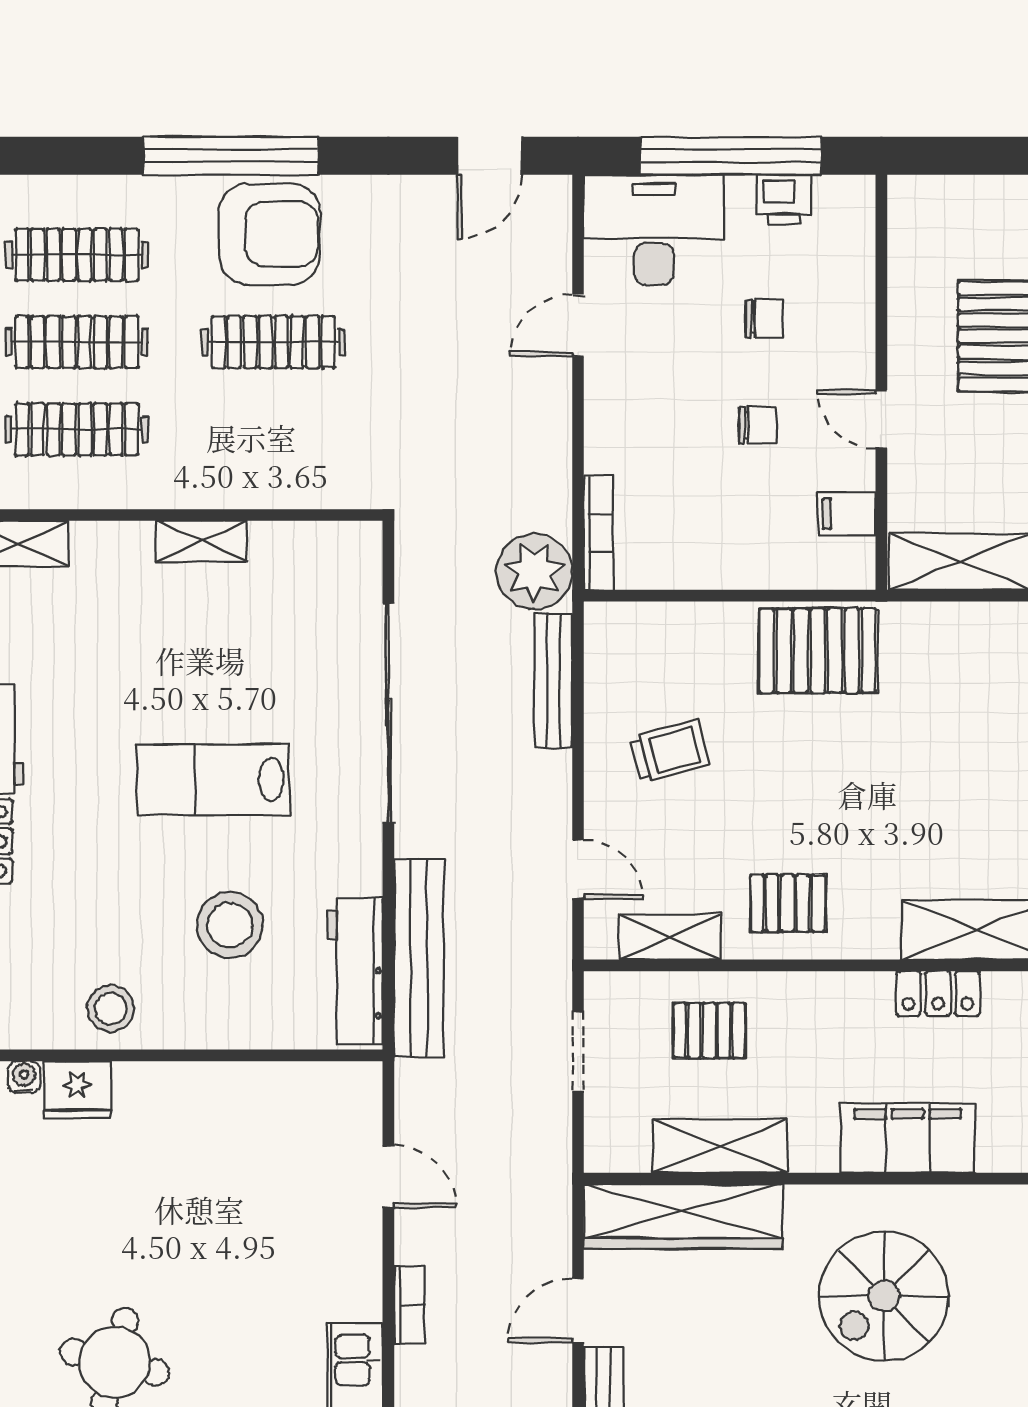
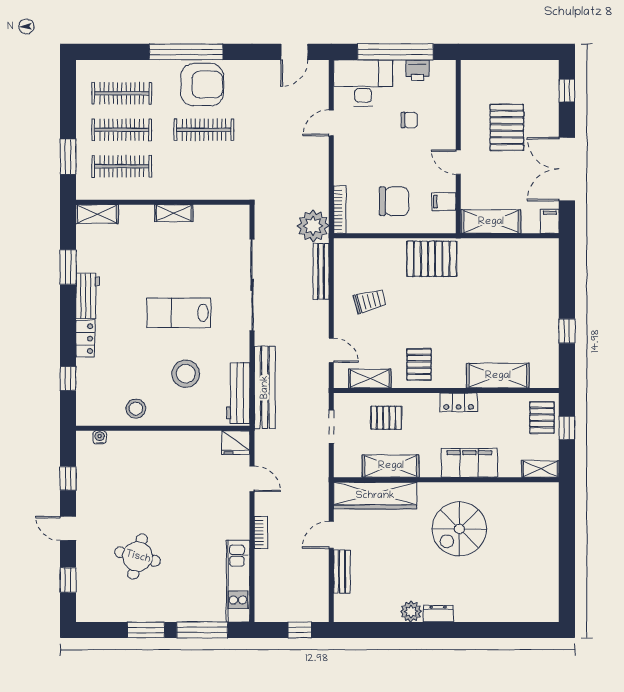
chair: (758, 425) -> (394, 201), moved, width x1.87, depth x1.87
pallet: (788, 903) -> (419, 364), turned 90
locker: (938, 993) -> (459, 402), moved
fridge: (77, 1090) -> (236, 443), moved

